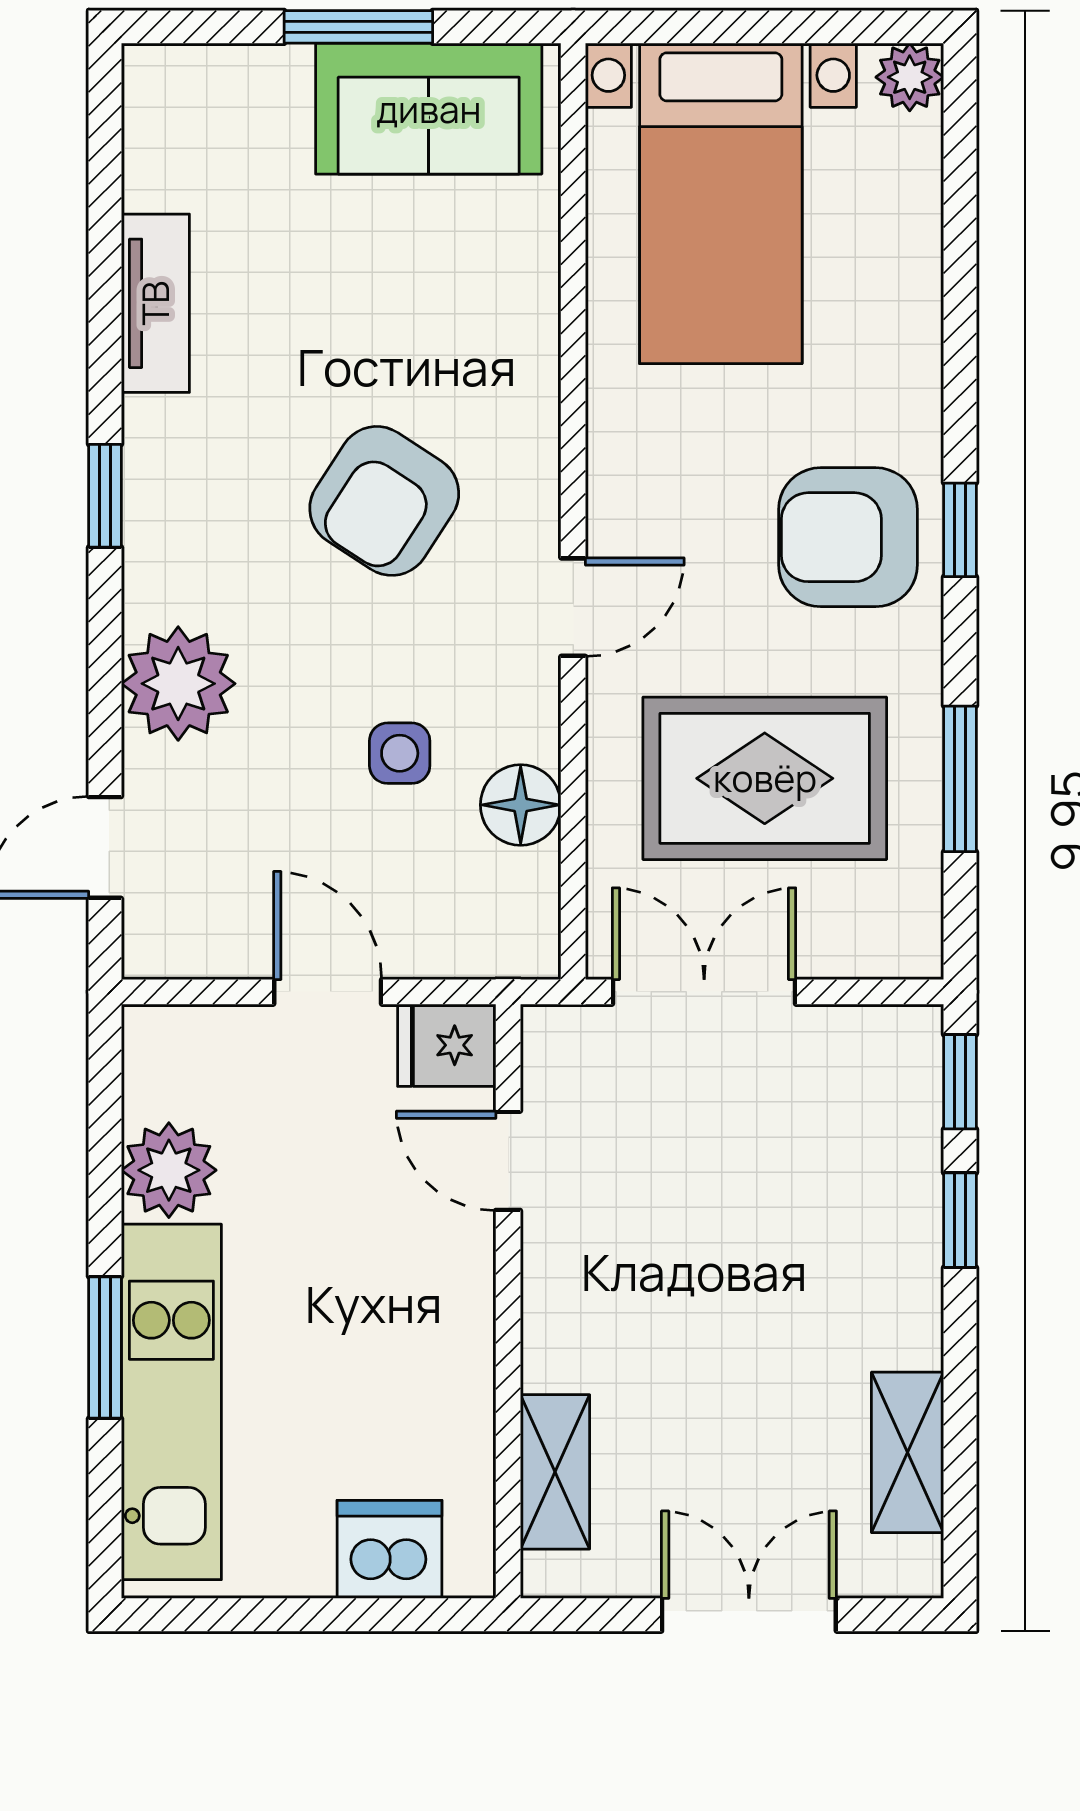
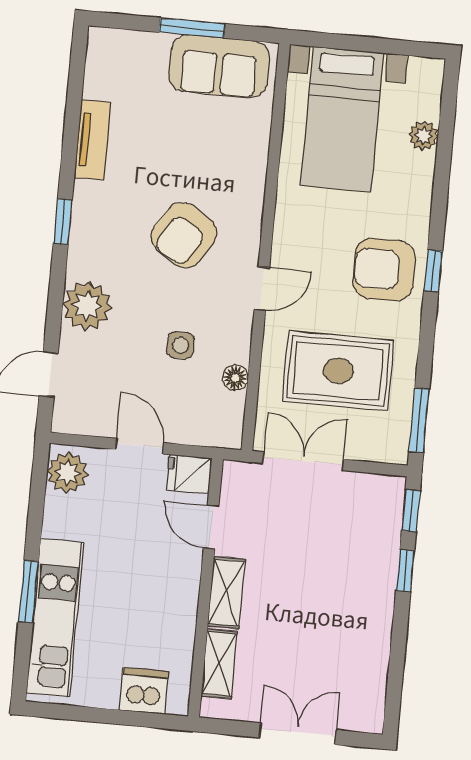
plant: (910, 77) -> (424, 136), moved
window: (960, 779) -> (419, 420), moved
floor lamp: (521, 805) -> (235, 378), width x0.73, depth x0.73
plant: (169, 1170) -> (67, 473), moved
shelving: (908, 1452) -> (226, 593), moved

